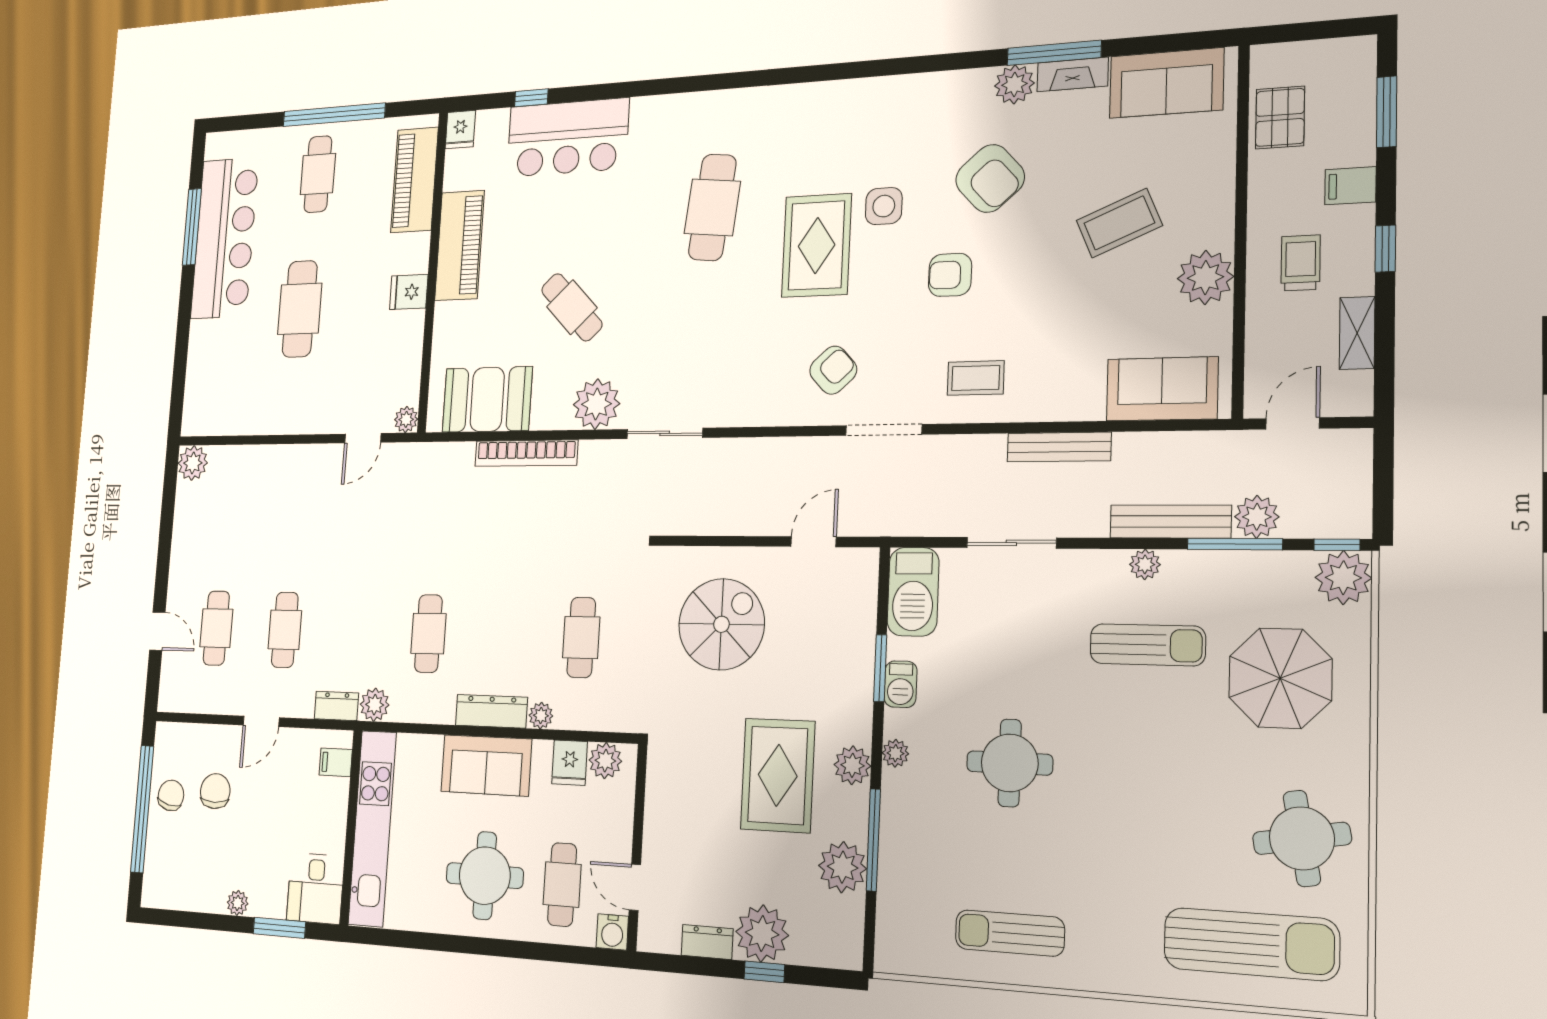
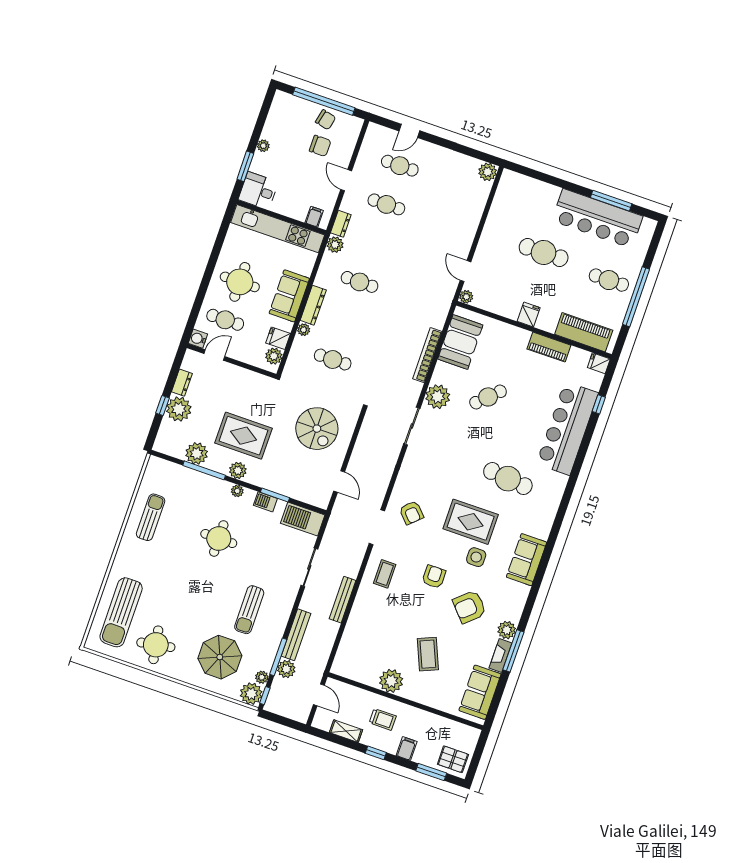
pallet: (1280, 117) -> (453, 759), moved
bar counter: (568, 138) -> (567, 428), width x1.36
piano: (459, 245) -> (549, 347), width x0.73, depth x0.75
sofa: (1162, 389) -> (527, 560), moved, turned 180
plant: (1145, 564) -> (262, 677), moved

